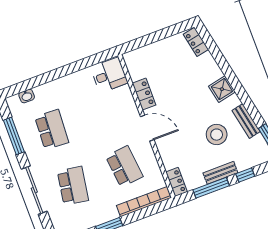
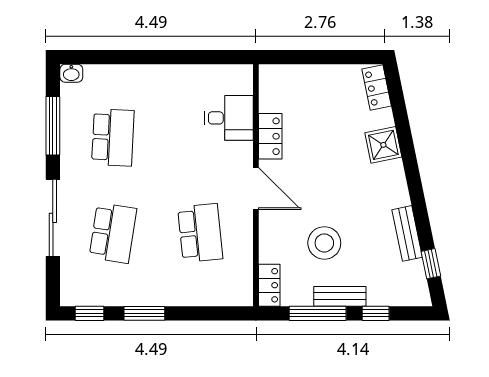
desk: (109, 75) -> (229, 118), moved
shower: (222, 89) -> (383, 145), moved
washbasin: (27, 96) -> (71, 73), moved
stool: (217, 135) -> (324, 243), moved
bookcase: (144, 202) -> (210, 296), removed

